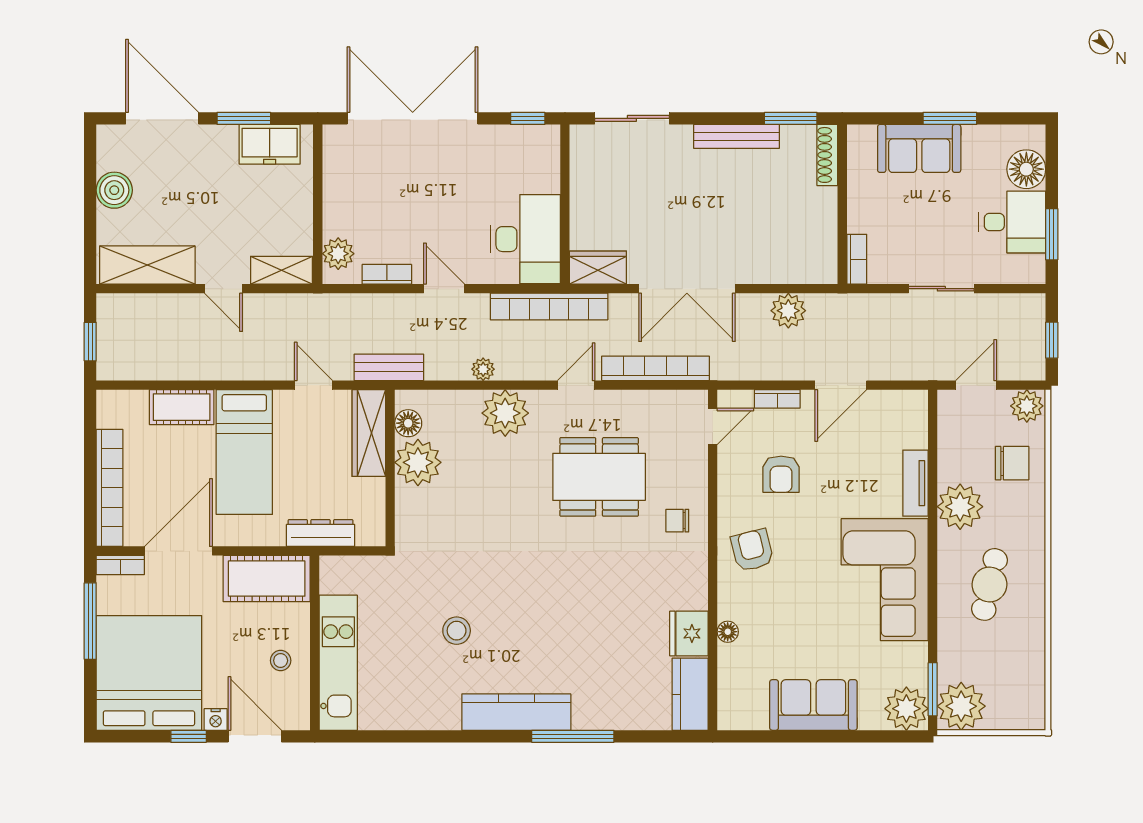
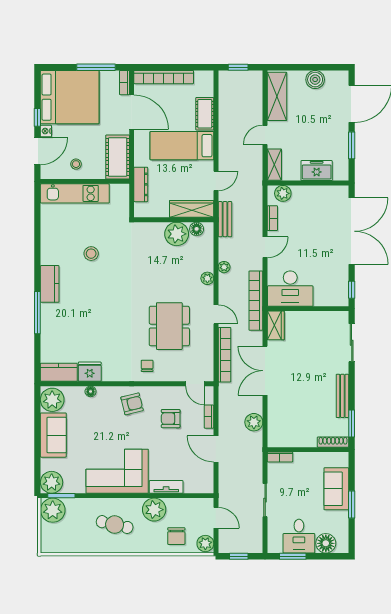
freezer: (270, 144) -> (317, 171), moved, turned 90
plant: (505, 413) -> (207, 278), width x0.53, depth x0.53
plant: (744, 707) -> (52, 400), added
kitchen counter: (516, 712) -> (50, 284), width x0.67

